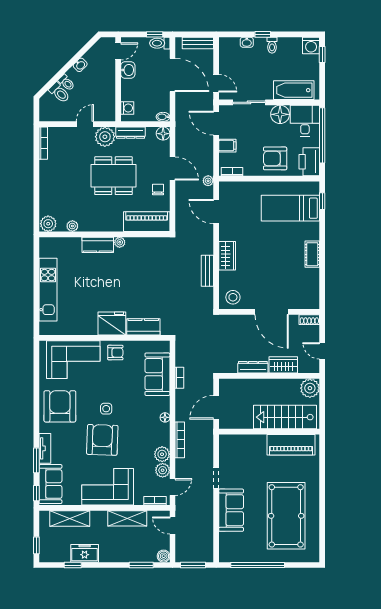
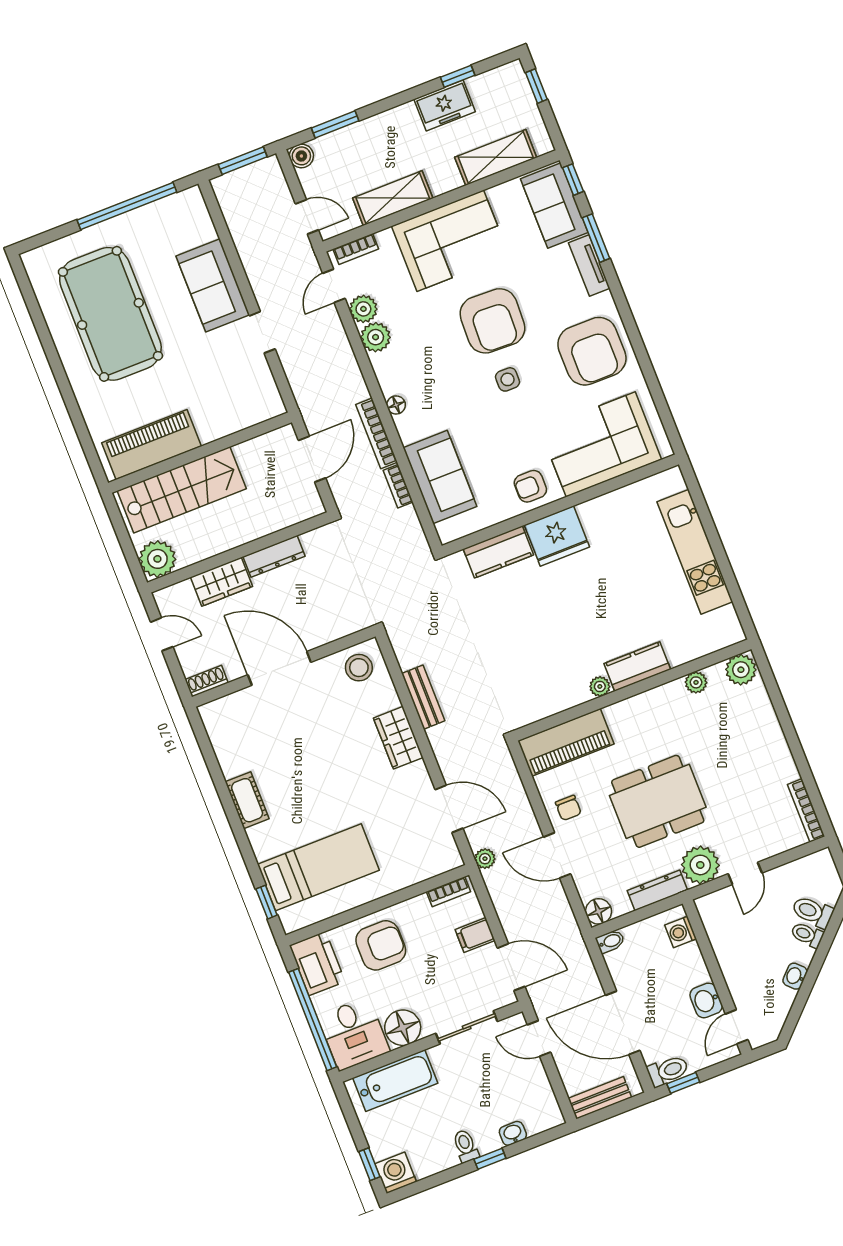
bookcase: (180, 440) -> (377, 433), moved

